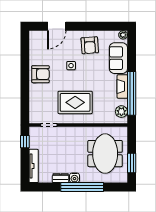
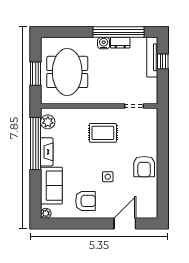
armchair: (90, 45) -> (85, 201), turned 94
armchair: (41, 74) -> (144, 167), turned -90
rug: (75, 102) -> (103, 133), width x0.73, depth x0.70
window: (25, 142) -> (163, 61), moved
window: (132, 163) -> (36, 74), moved
window: (82, 187) -> (119, 32), moved

